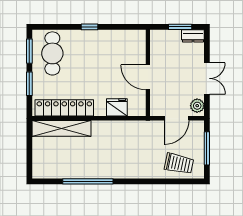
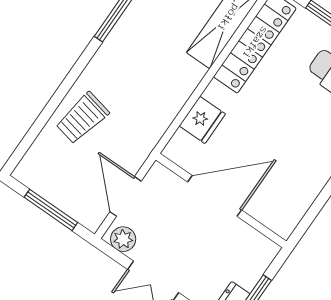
door: (148, 77) -> (215, 196), width x1.36
trolley: (179, 164) -> (82, 118), moved

